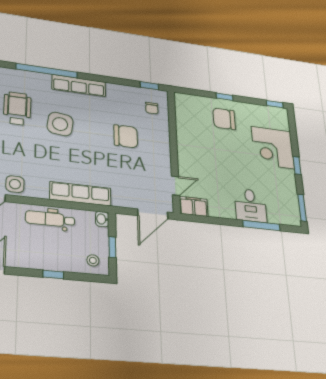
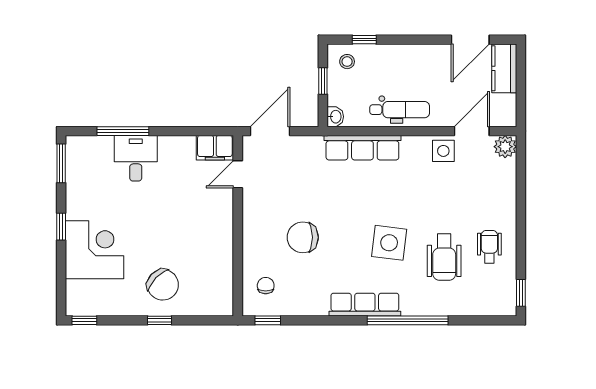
chair: (224, 119) -> (163, 285), turned 44
window: (53, 274) -> (364, 40), moved

